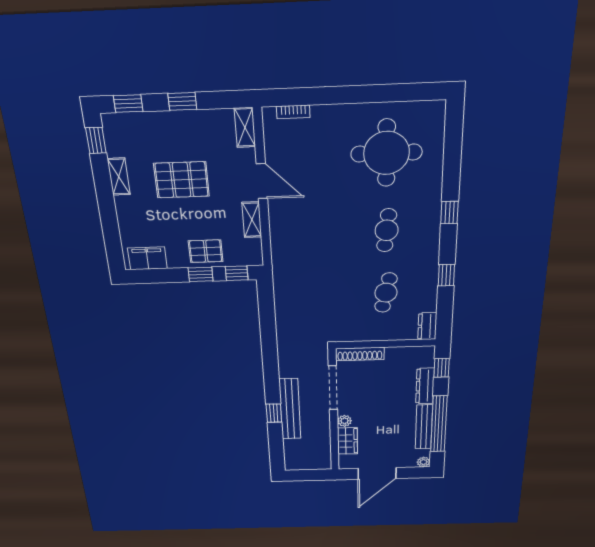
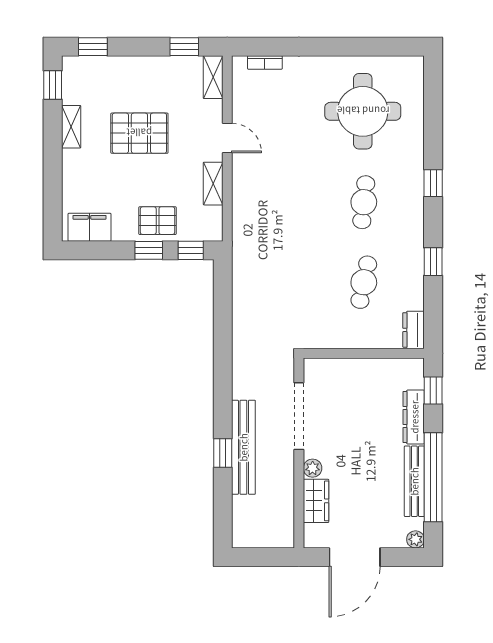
window: (182, 101) -> (184, 47), moved
door: (262, 181) -> (227, 138), width x0.73
shoe rack: (360, 354) -> (333, 367), removed

